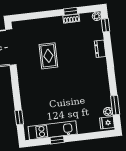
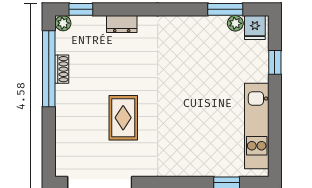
window: (71, 11) -> (49, 69), width x3.17
rug: (48, 56) -> (123, 118), turned 90
window: (57, 140) -> (275, 62), moved

